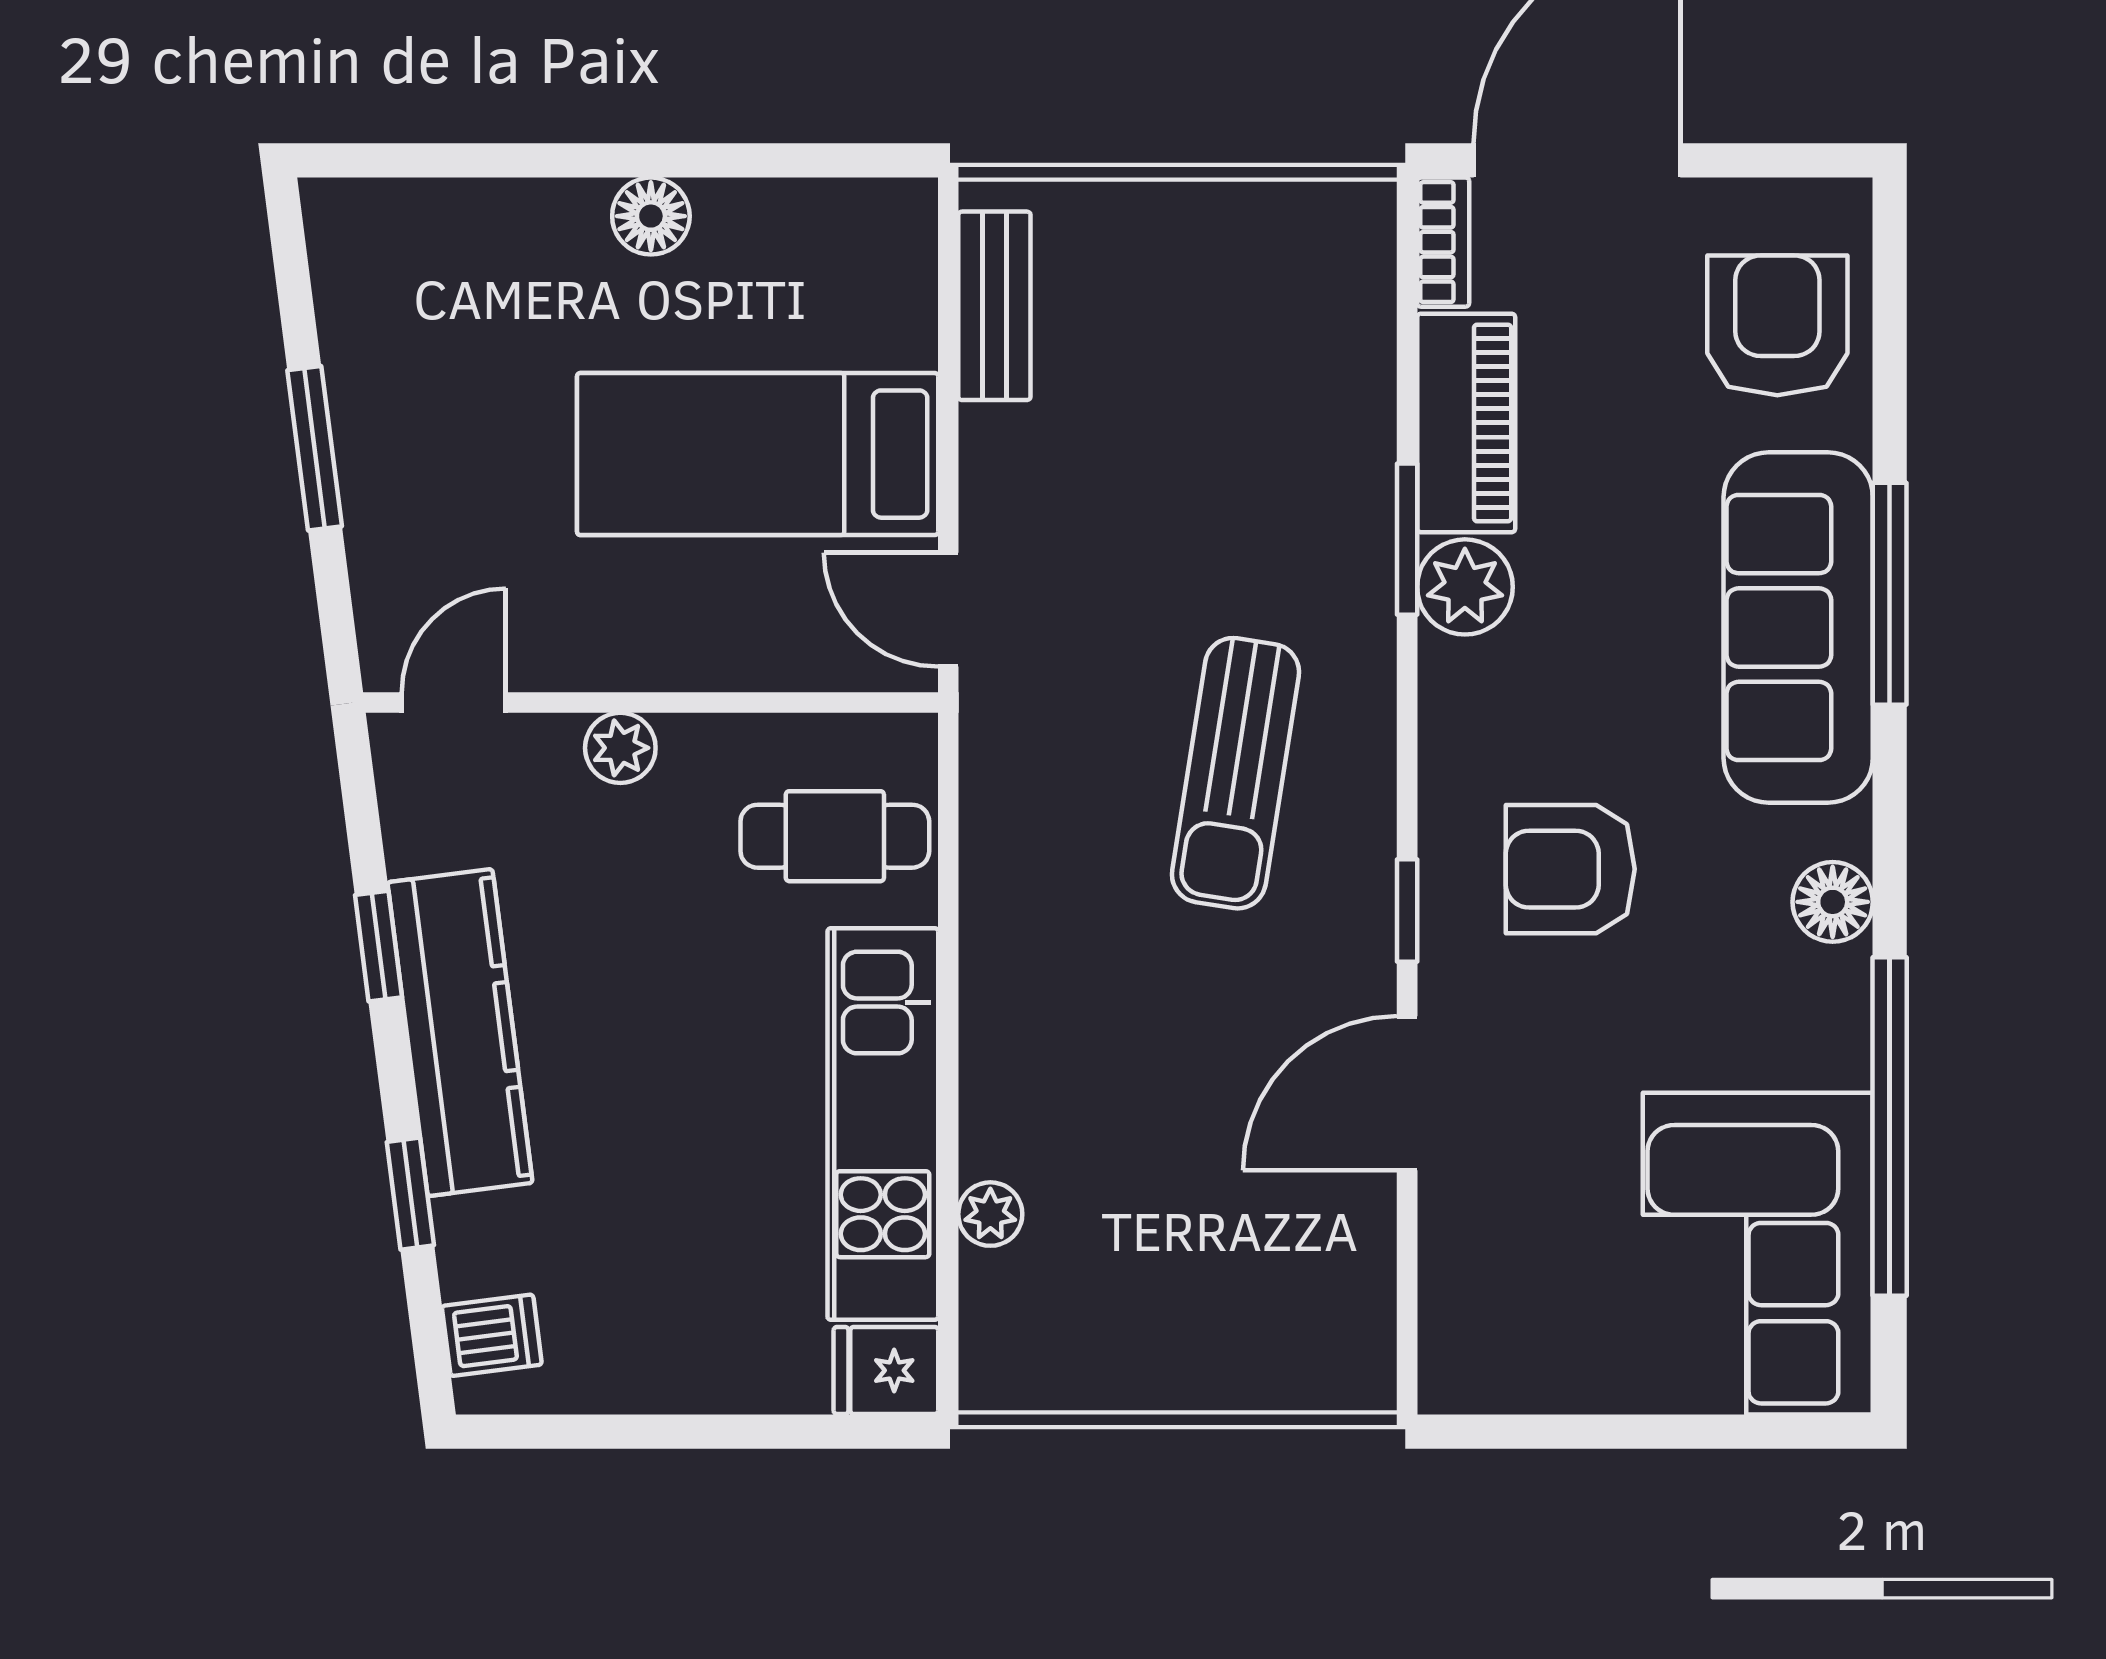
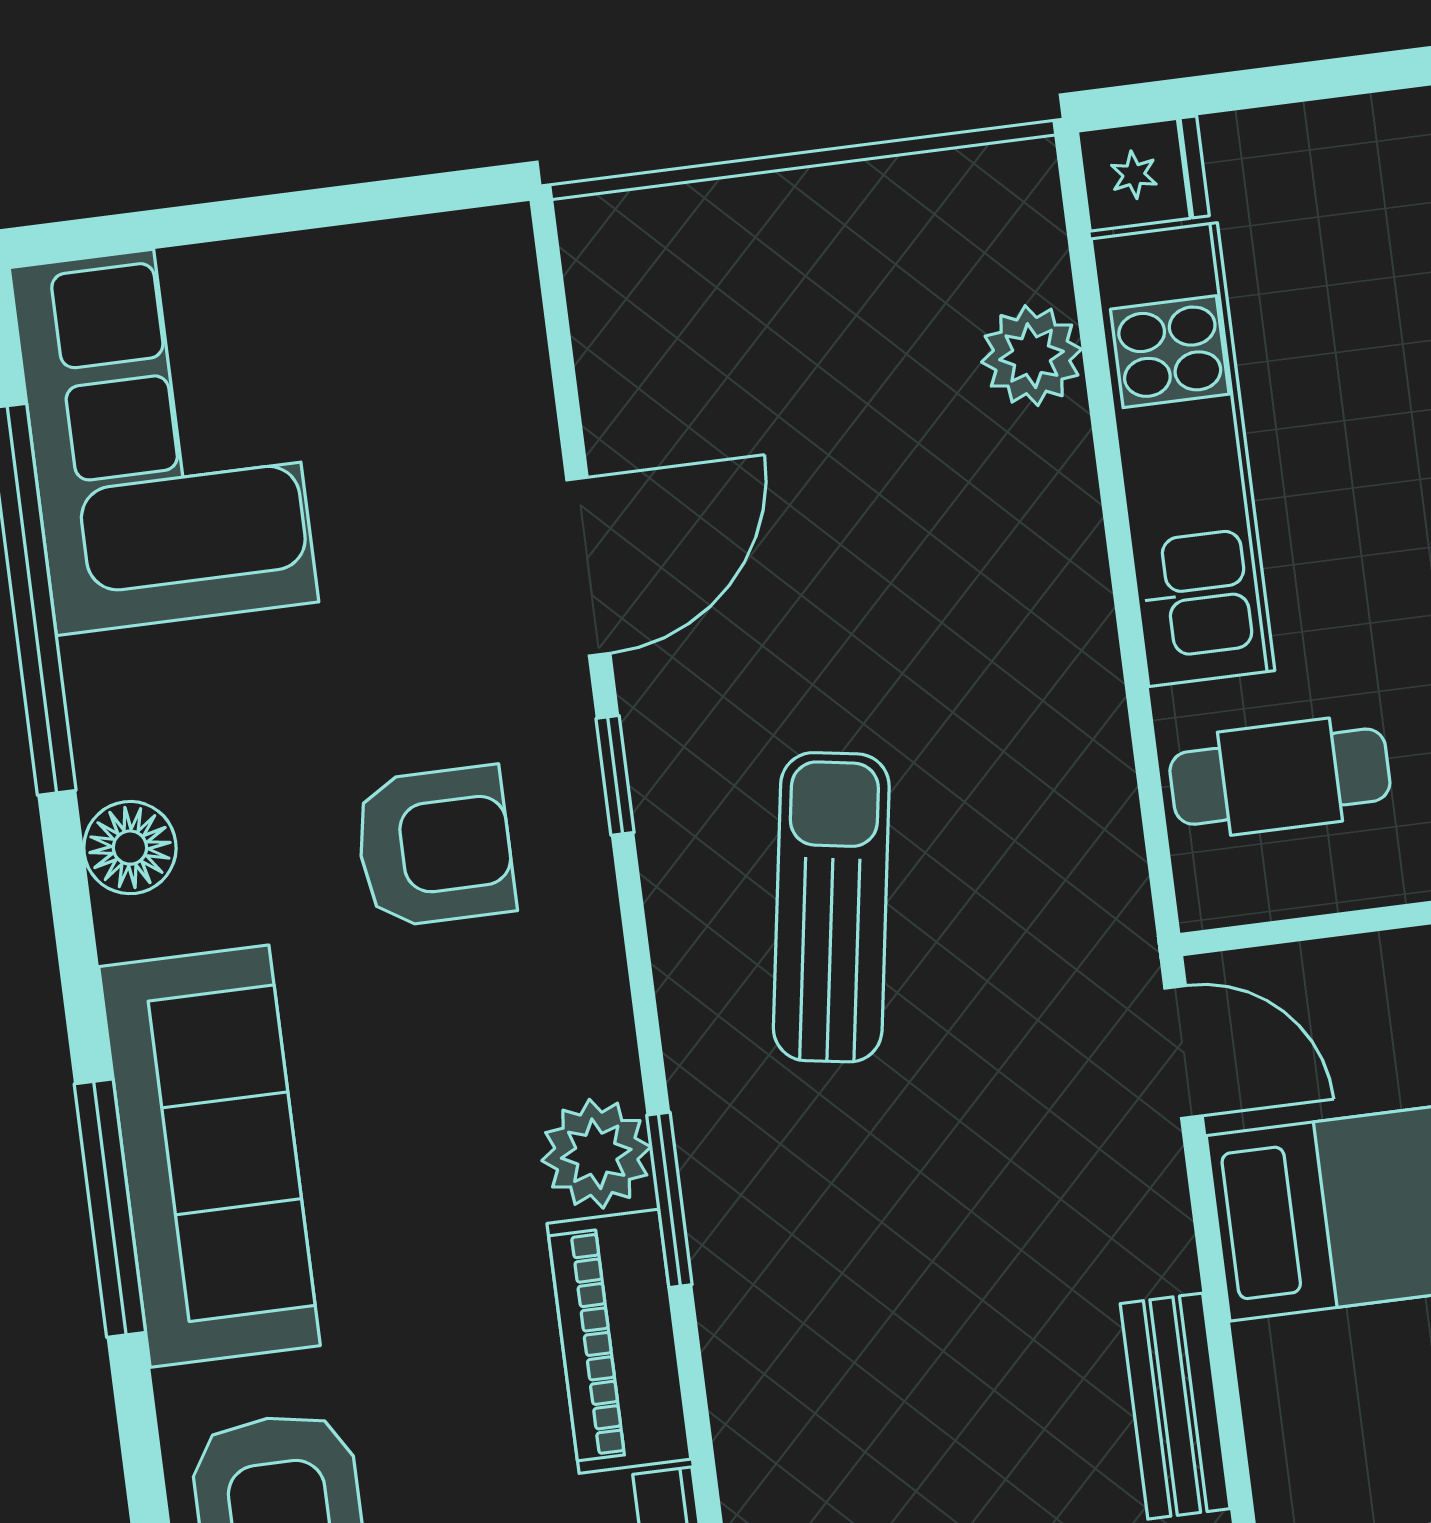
plant: (990, 1214) -> (1032, 356), width x1.38, depth x1.38

